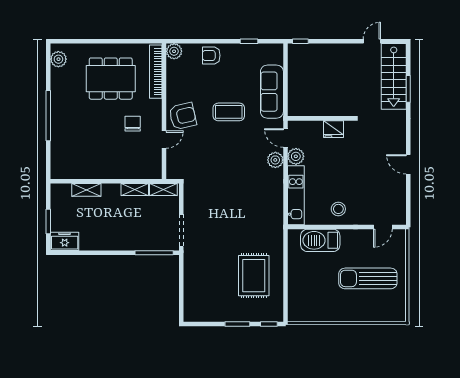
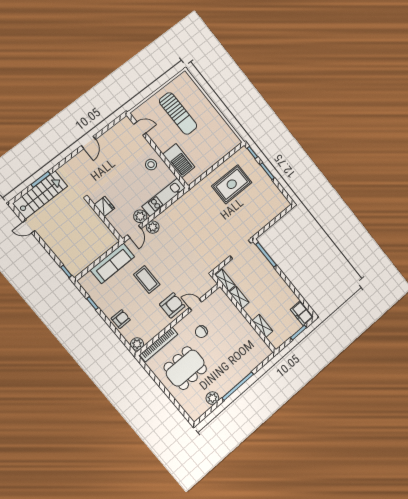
armchair: (211, 55) -> (121, 319), turned -90
plant: (58, 59) -> (212, 398), moved
dining table: (111, 79) -> (185, 368), turned 90
armchair: (183, 116) -> (172, 305), turned 103

